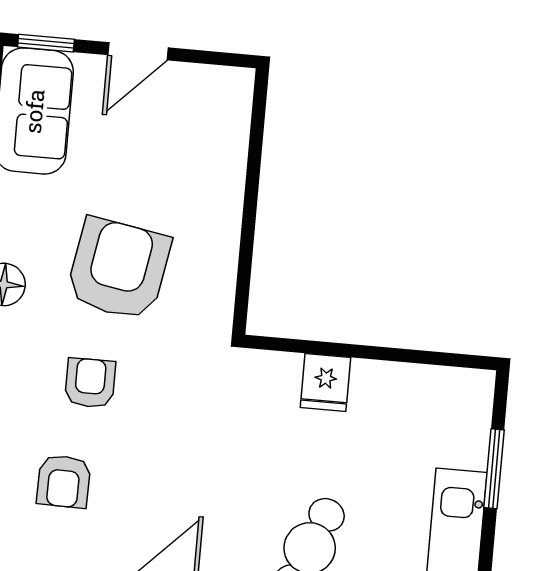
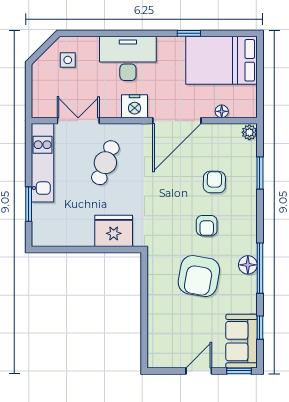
fridge: (325, 382) -> (114, 231), width x1.88, depth x1.34

